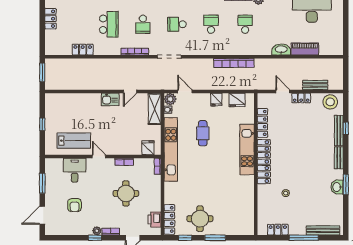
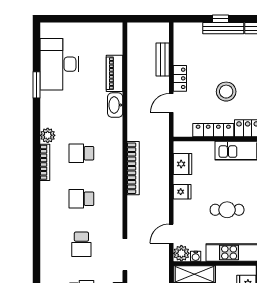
stool: (330, 102) -> (226, 92), moved

